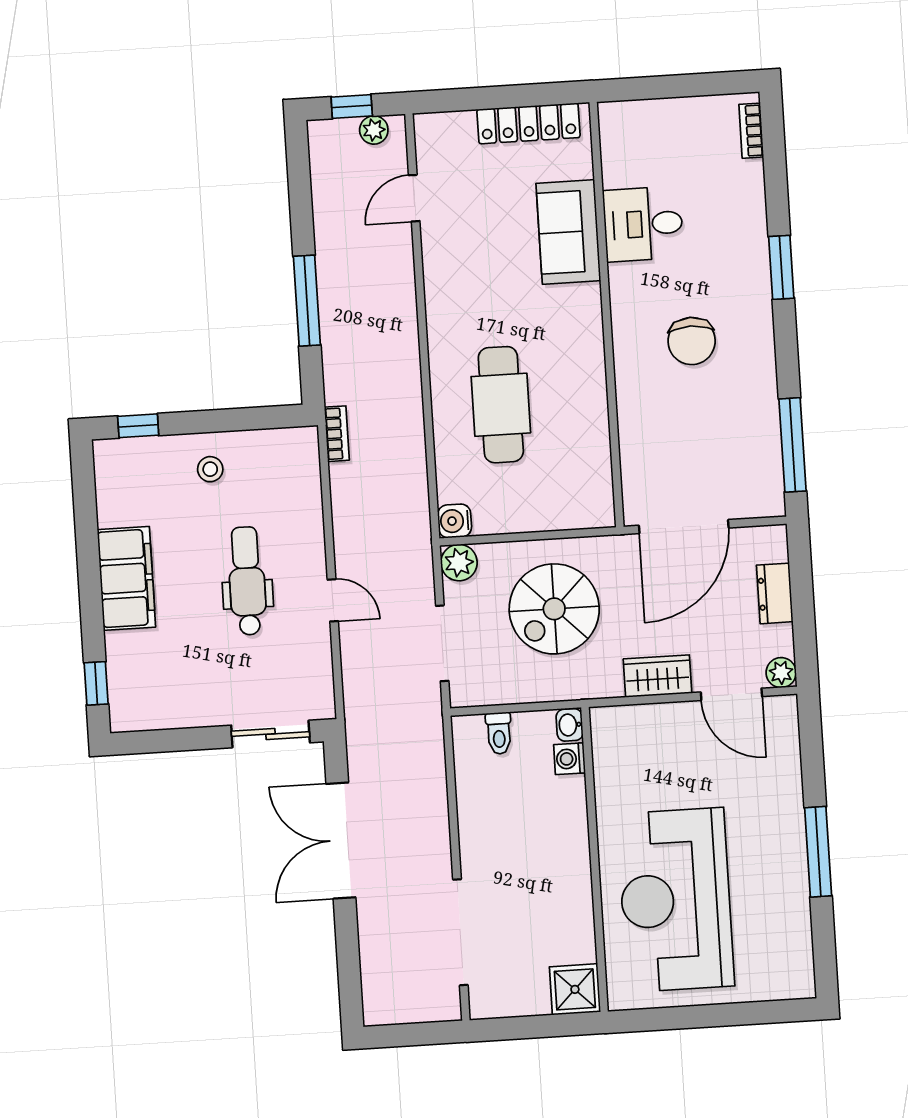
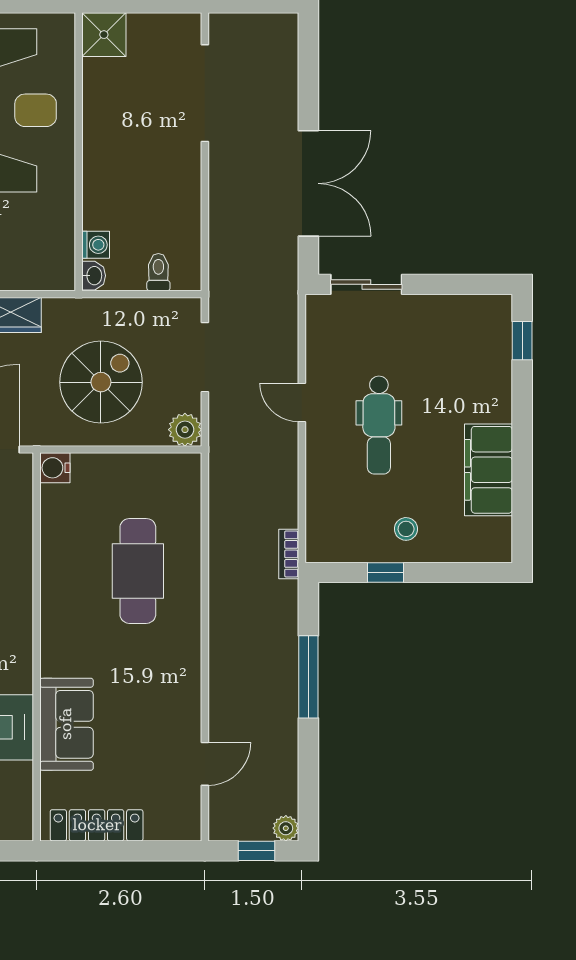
plant: (374, 130) -> (286, 828), moved
window: (138, 426) -> (386, 573), moved
water cooler: (455, 521) -> (55, 468), moved, turned 180
filing cabinet: (126, 578) -> (489, 470), moved

